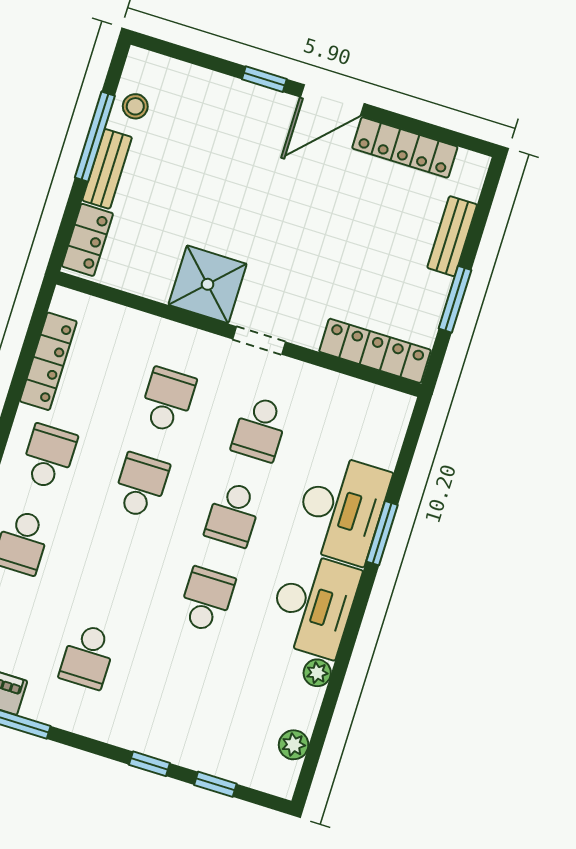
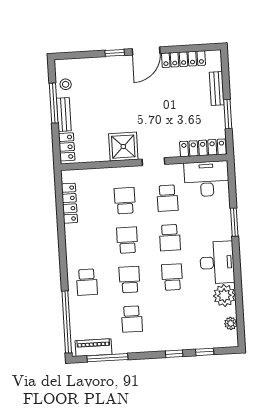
school desk: (49, 457) -> (130, 280), moved
desk: (341, 509) -> (207, 179), moved, turned -90
plant: (317, 673) -> (224, 295), width x1.88, depth x1.88

